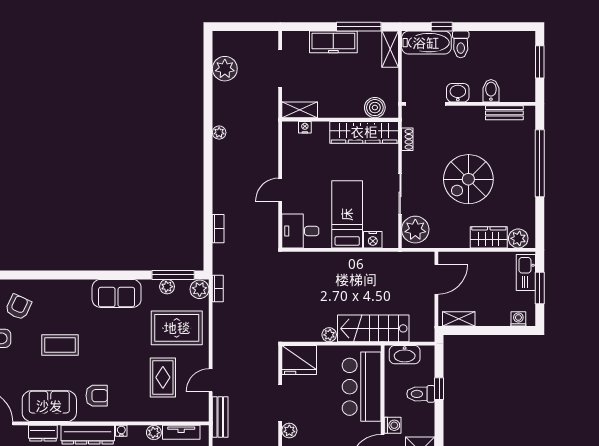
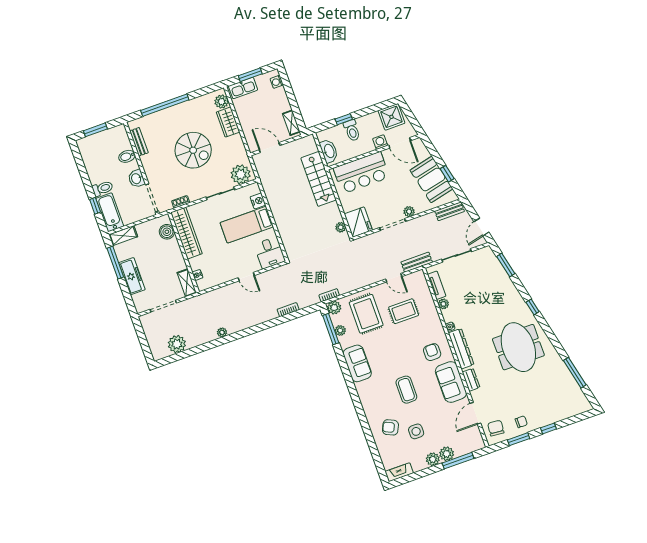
plant: (329, 335) -> (341, 227), moved

